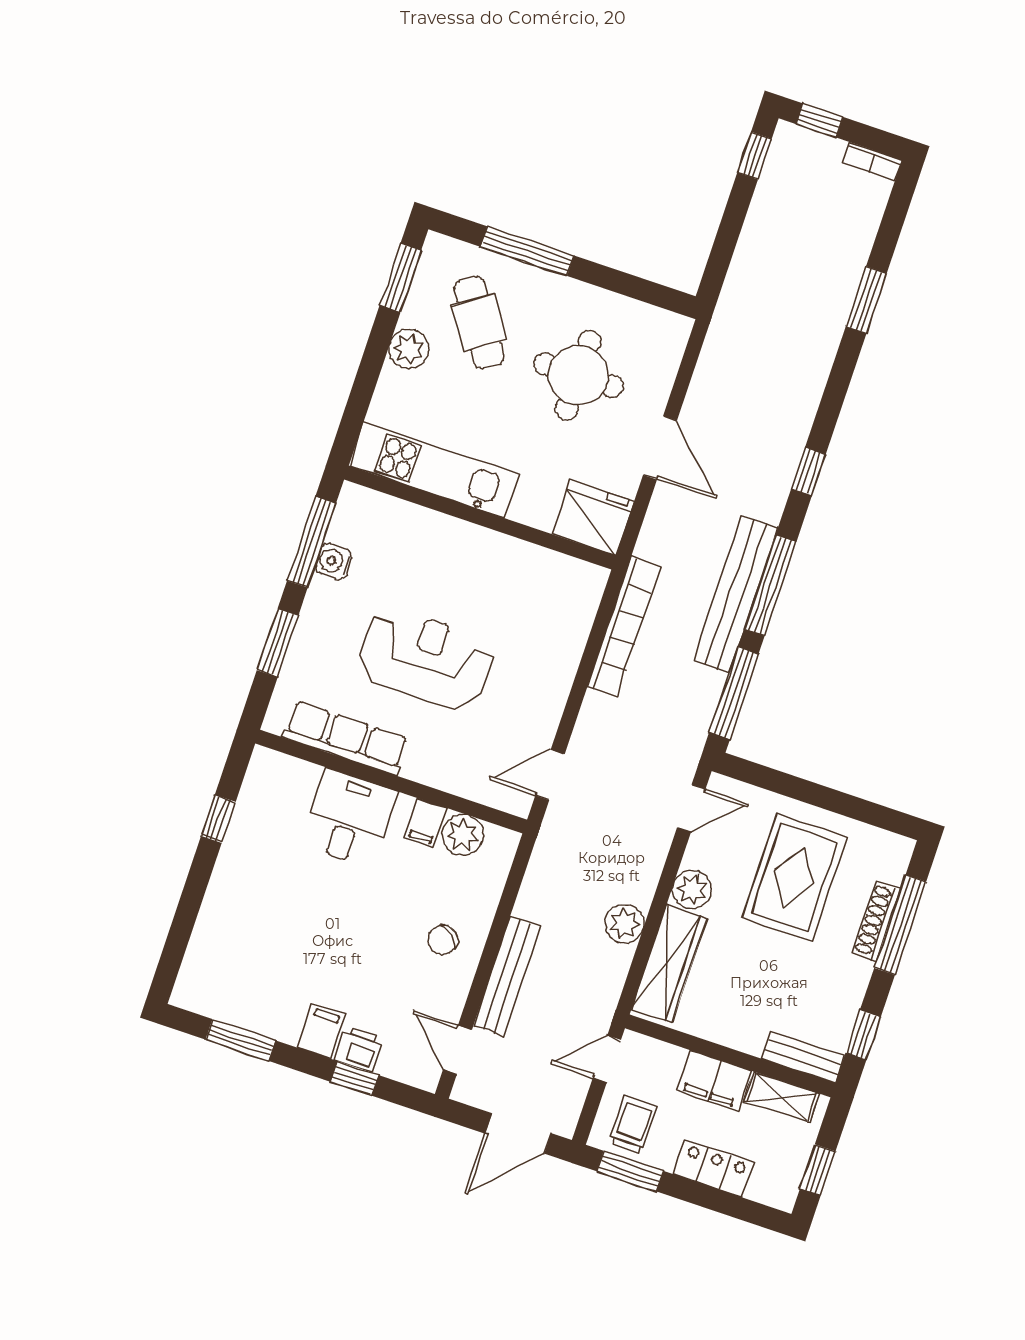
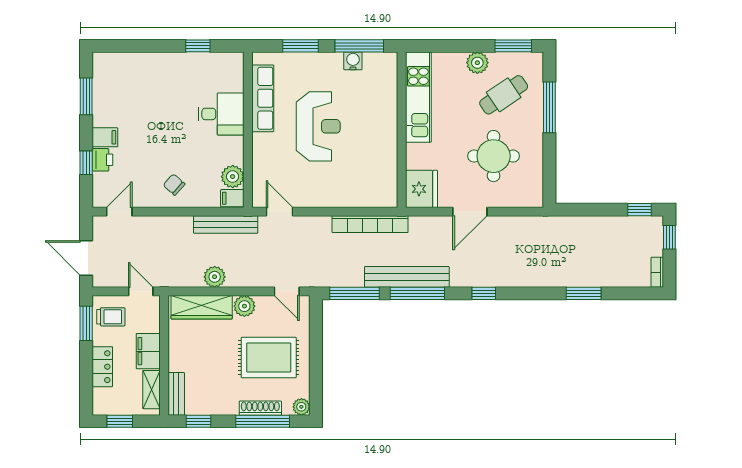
filing cabinet: (426, 823) -> (232, 198), moved
plant: (898, 850) -> (301, 407), added
bench: (507, 976) -> (226, 224), moved

